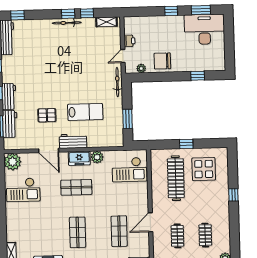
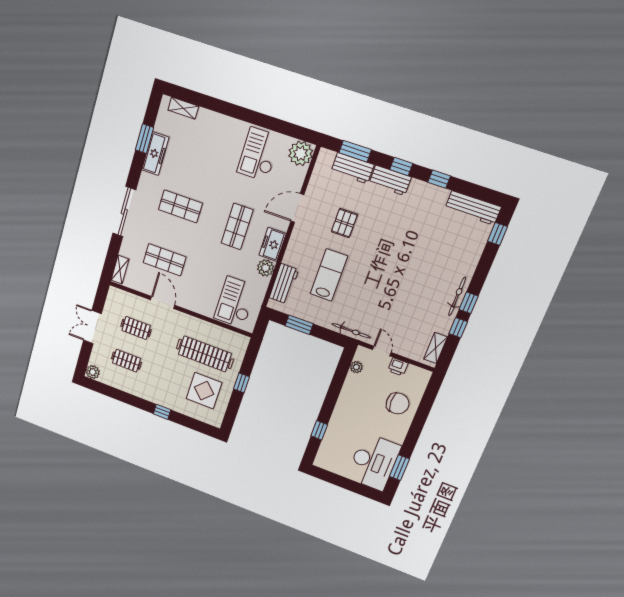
window: (171, 11) -> (414, 433), removed
chair: (162, 61) -> (398, 403), moved, turned 89
lab bench: (85, 112) -> (329, 275), turned 180
workbench: (73, 141) -> (284, 284), moved

